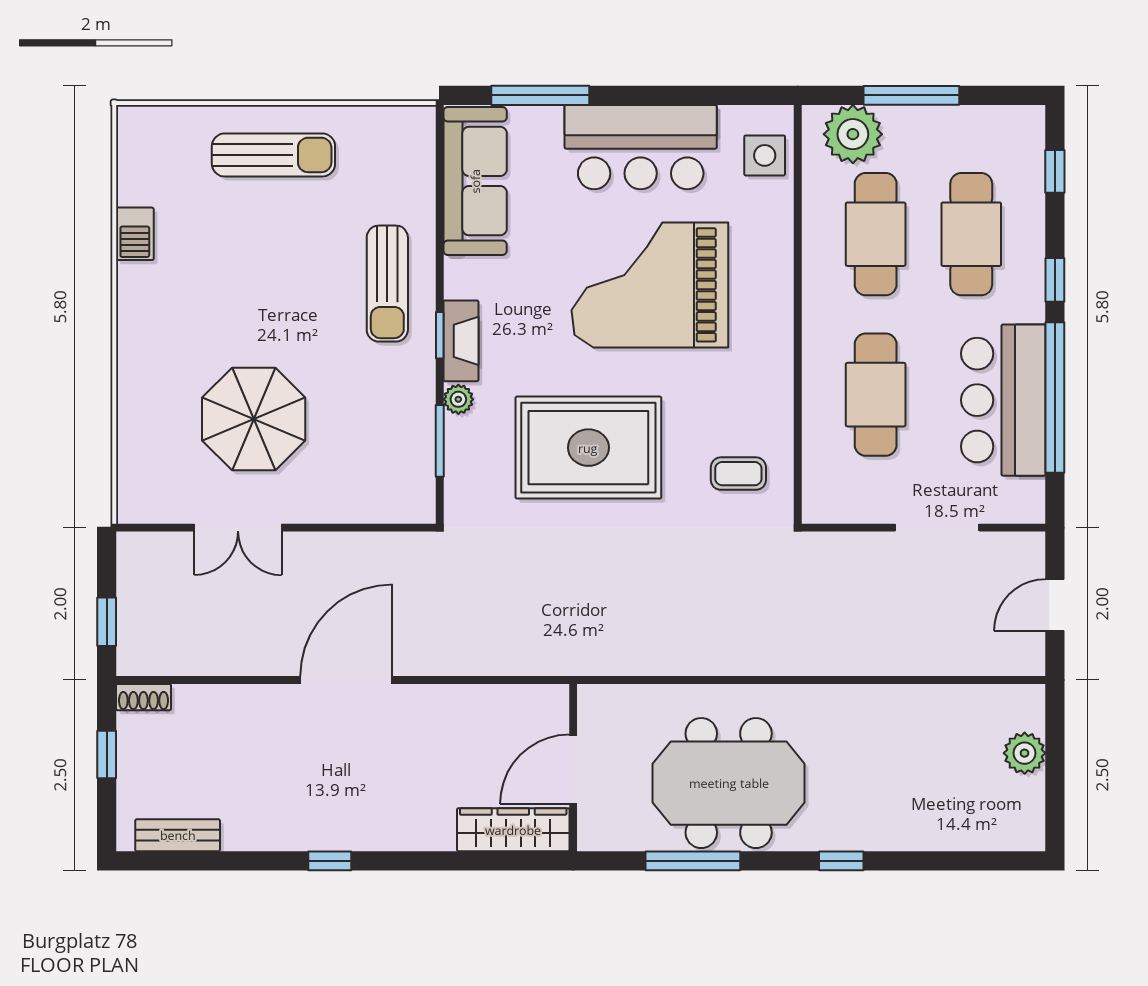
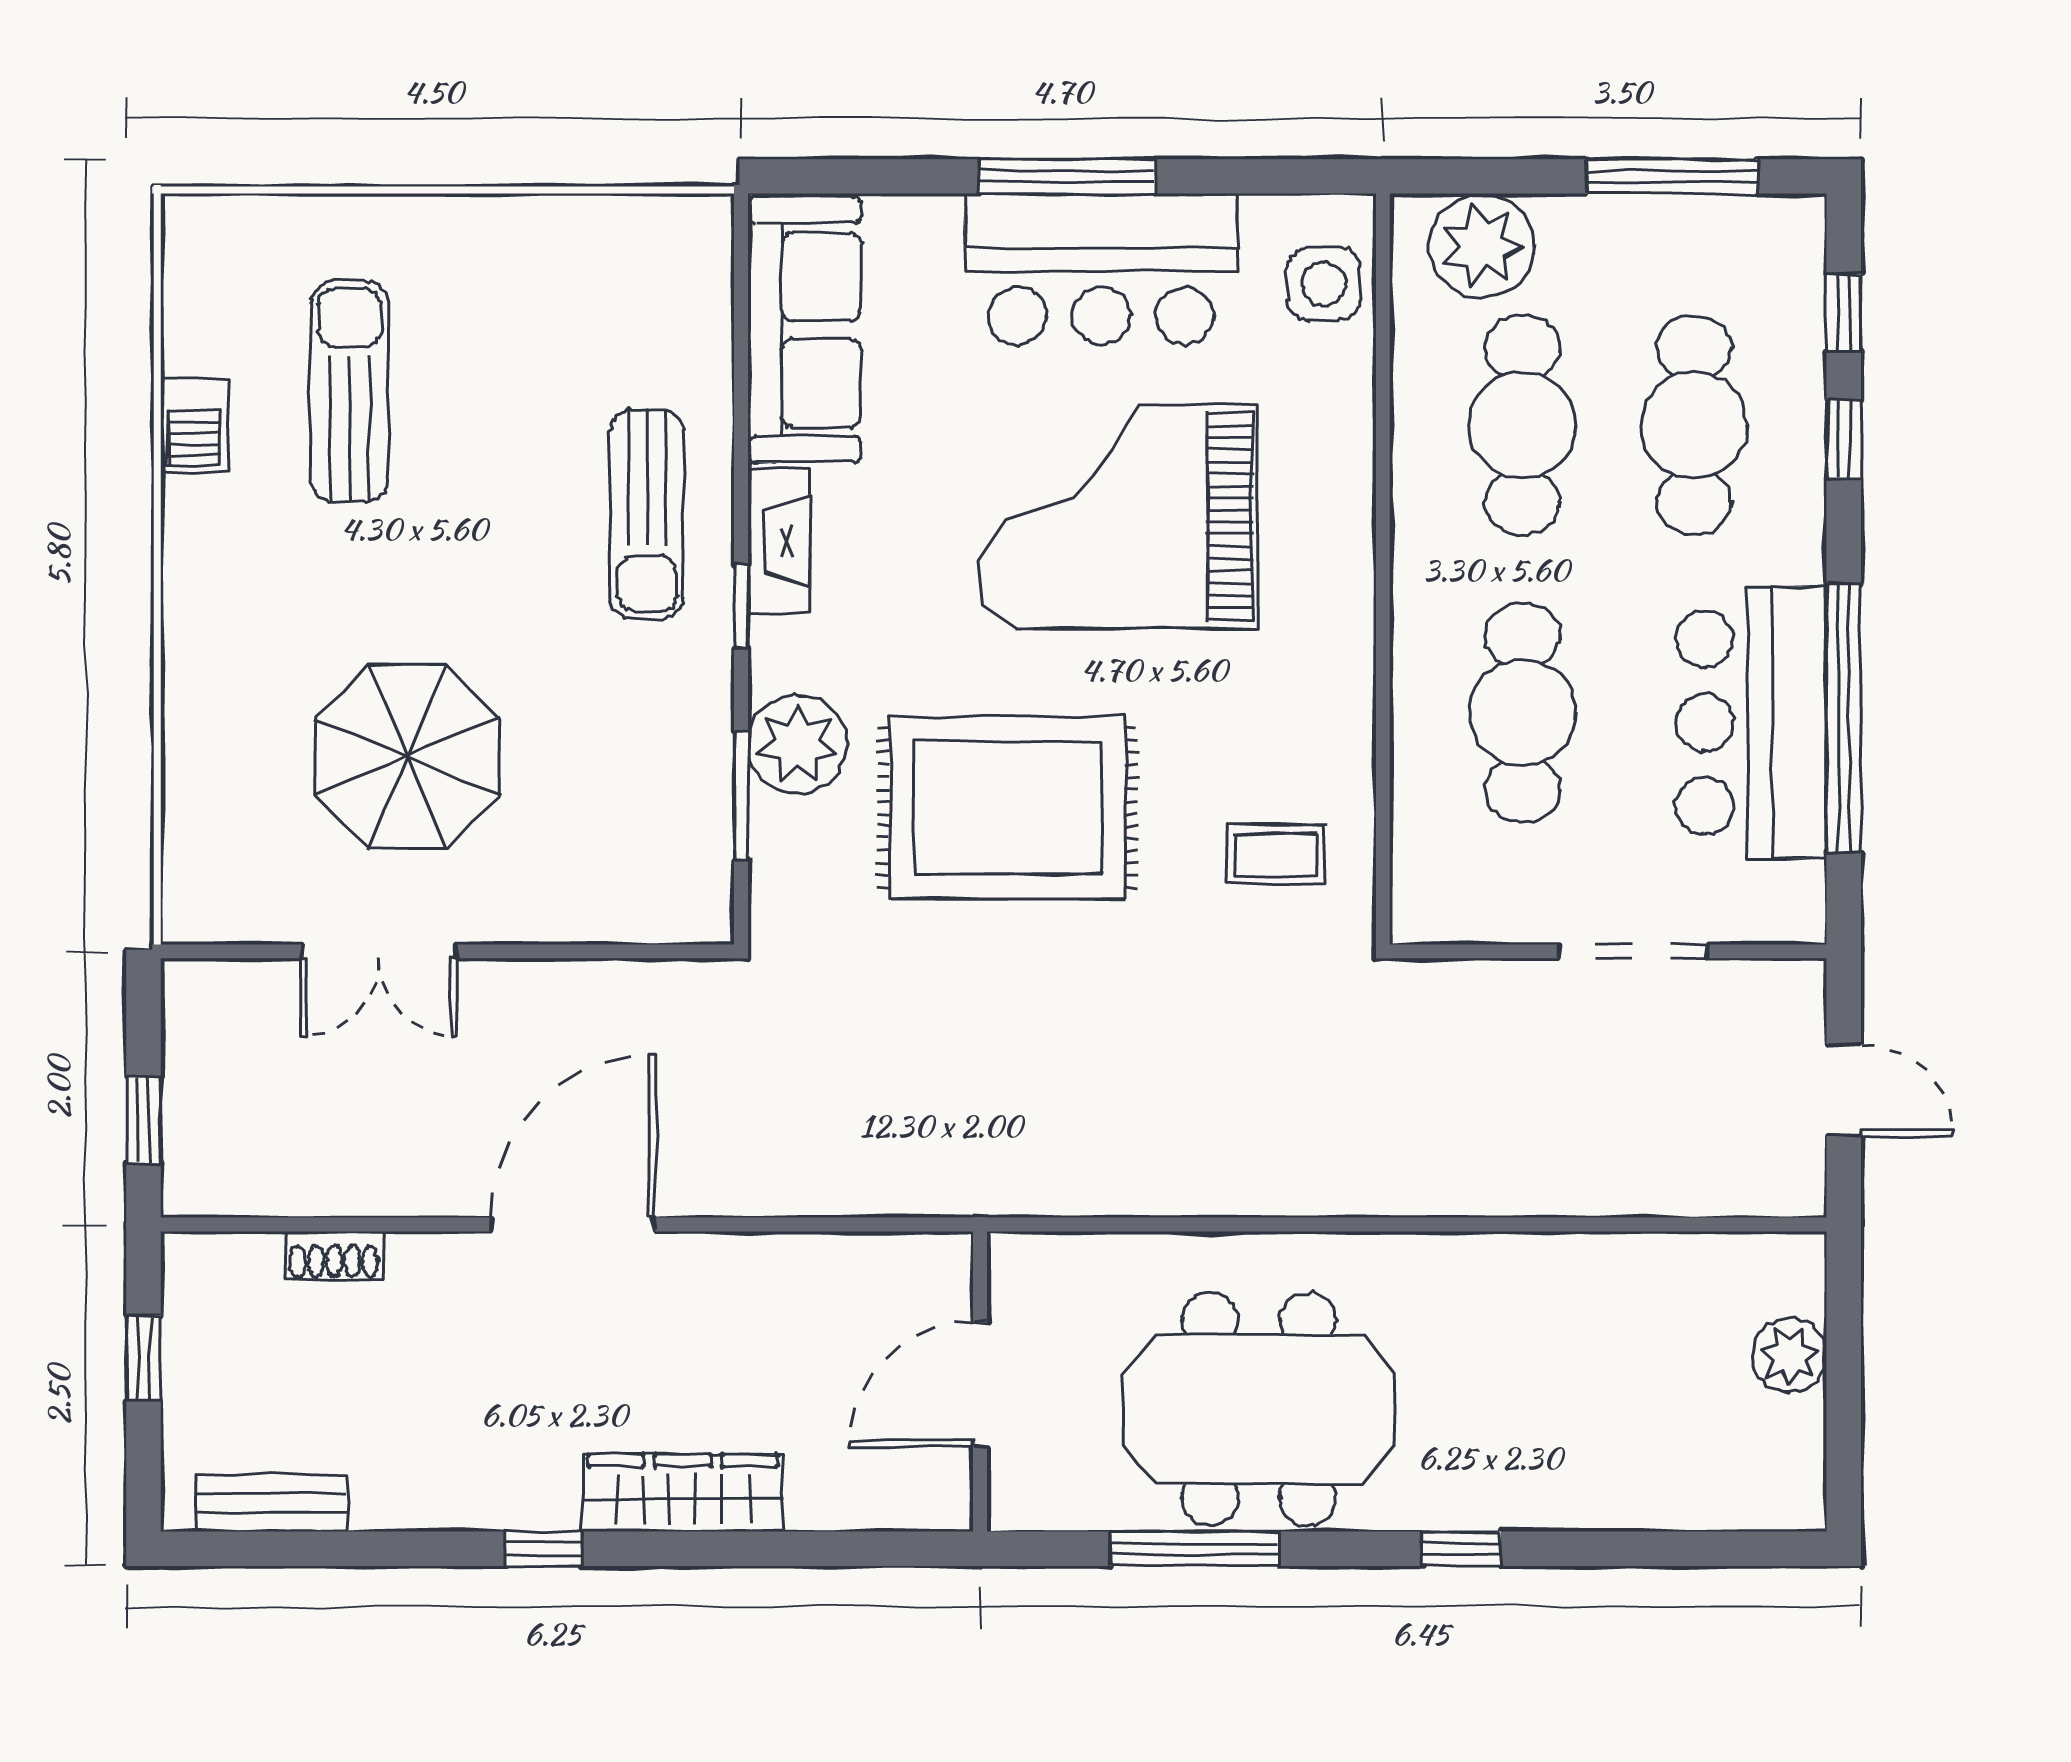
window: (540, 95) -> (1067, 176), moved
window: (911, 95) -> (1672, 176), moved
sun lounger: (273, 155) -> (350, 391), moved, turned -90
window: (1055, 280) -> (1844, 439), moved
fireplace: (461, 341) -> (779, 541), moved
plant: (458, 399) -> (798, 744), width x1.88, depth x1.88
door: (1055, 605) -> (1844, 1090), swing flipped
shoe rack: (143, 697) -> (334, 1255), moved
wardrobe: (513, 830) -> (683, 1493), moved

